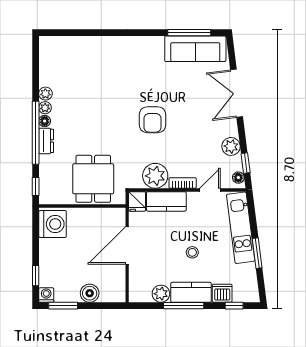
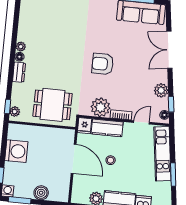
plant: (45, 94) -> (15, 112), moved
armchair: (153, 120) -> (103, 64), turned 90
window: (36, 133) -> (12, 65), removed
dining table: (93, 179) -> (53, 105), turned 90
washing machine: (52, 224) -> (16, 151), moved
door: (127, 245) -> (74, 159), swing flipped
stool: (192, 252) -> (111, 160), moved

